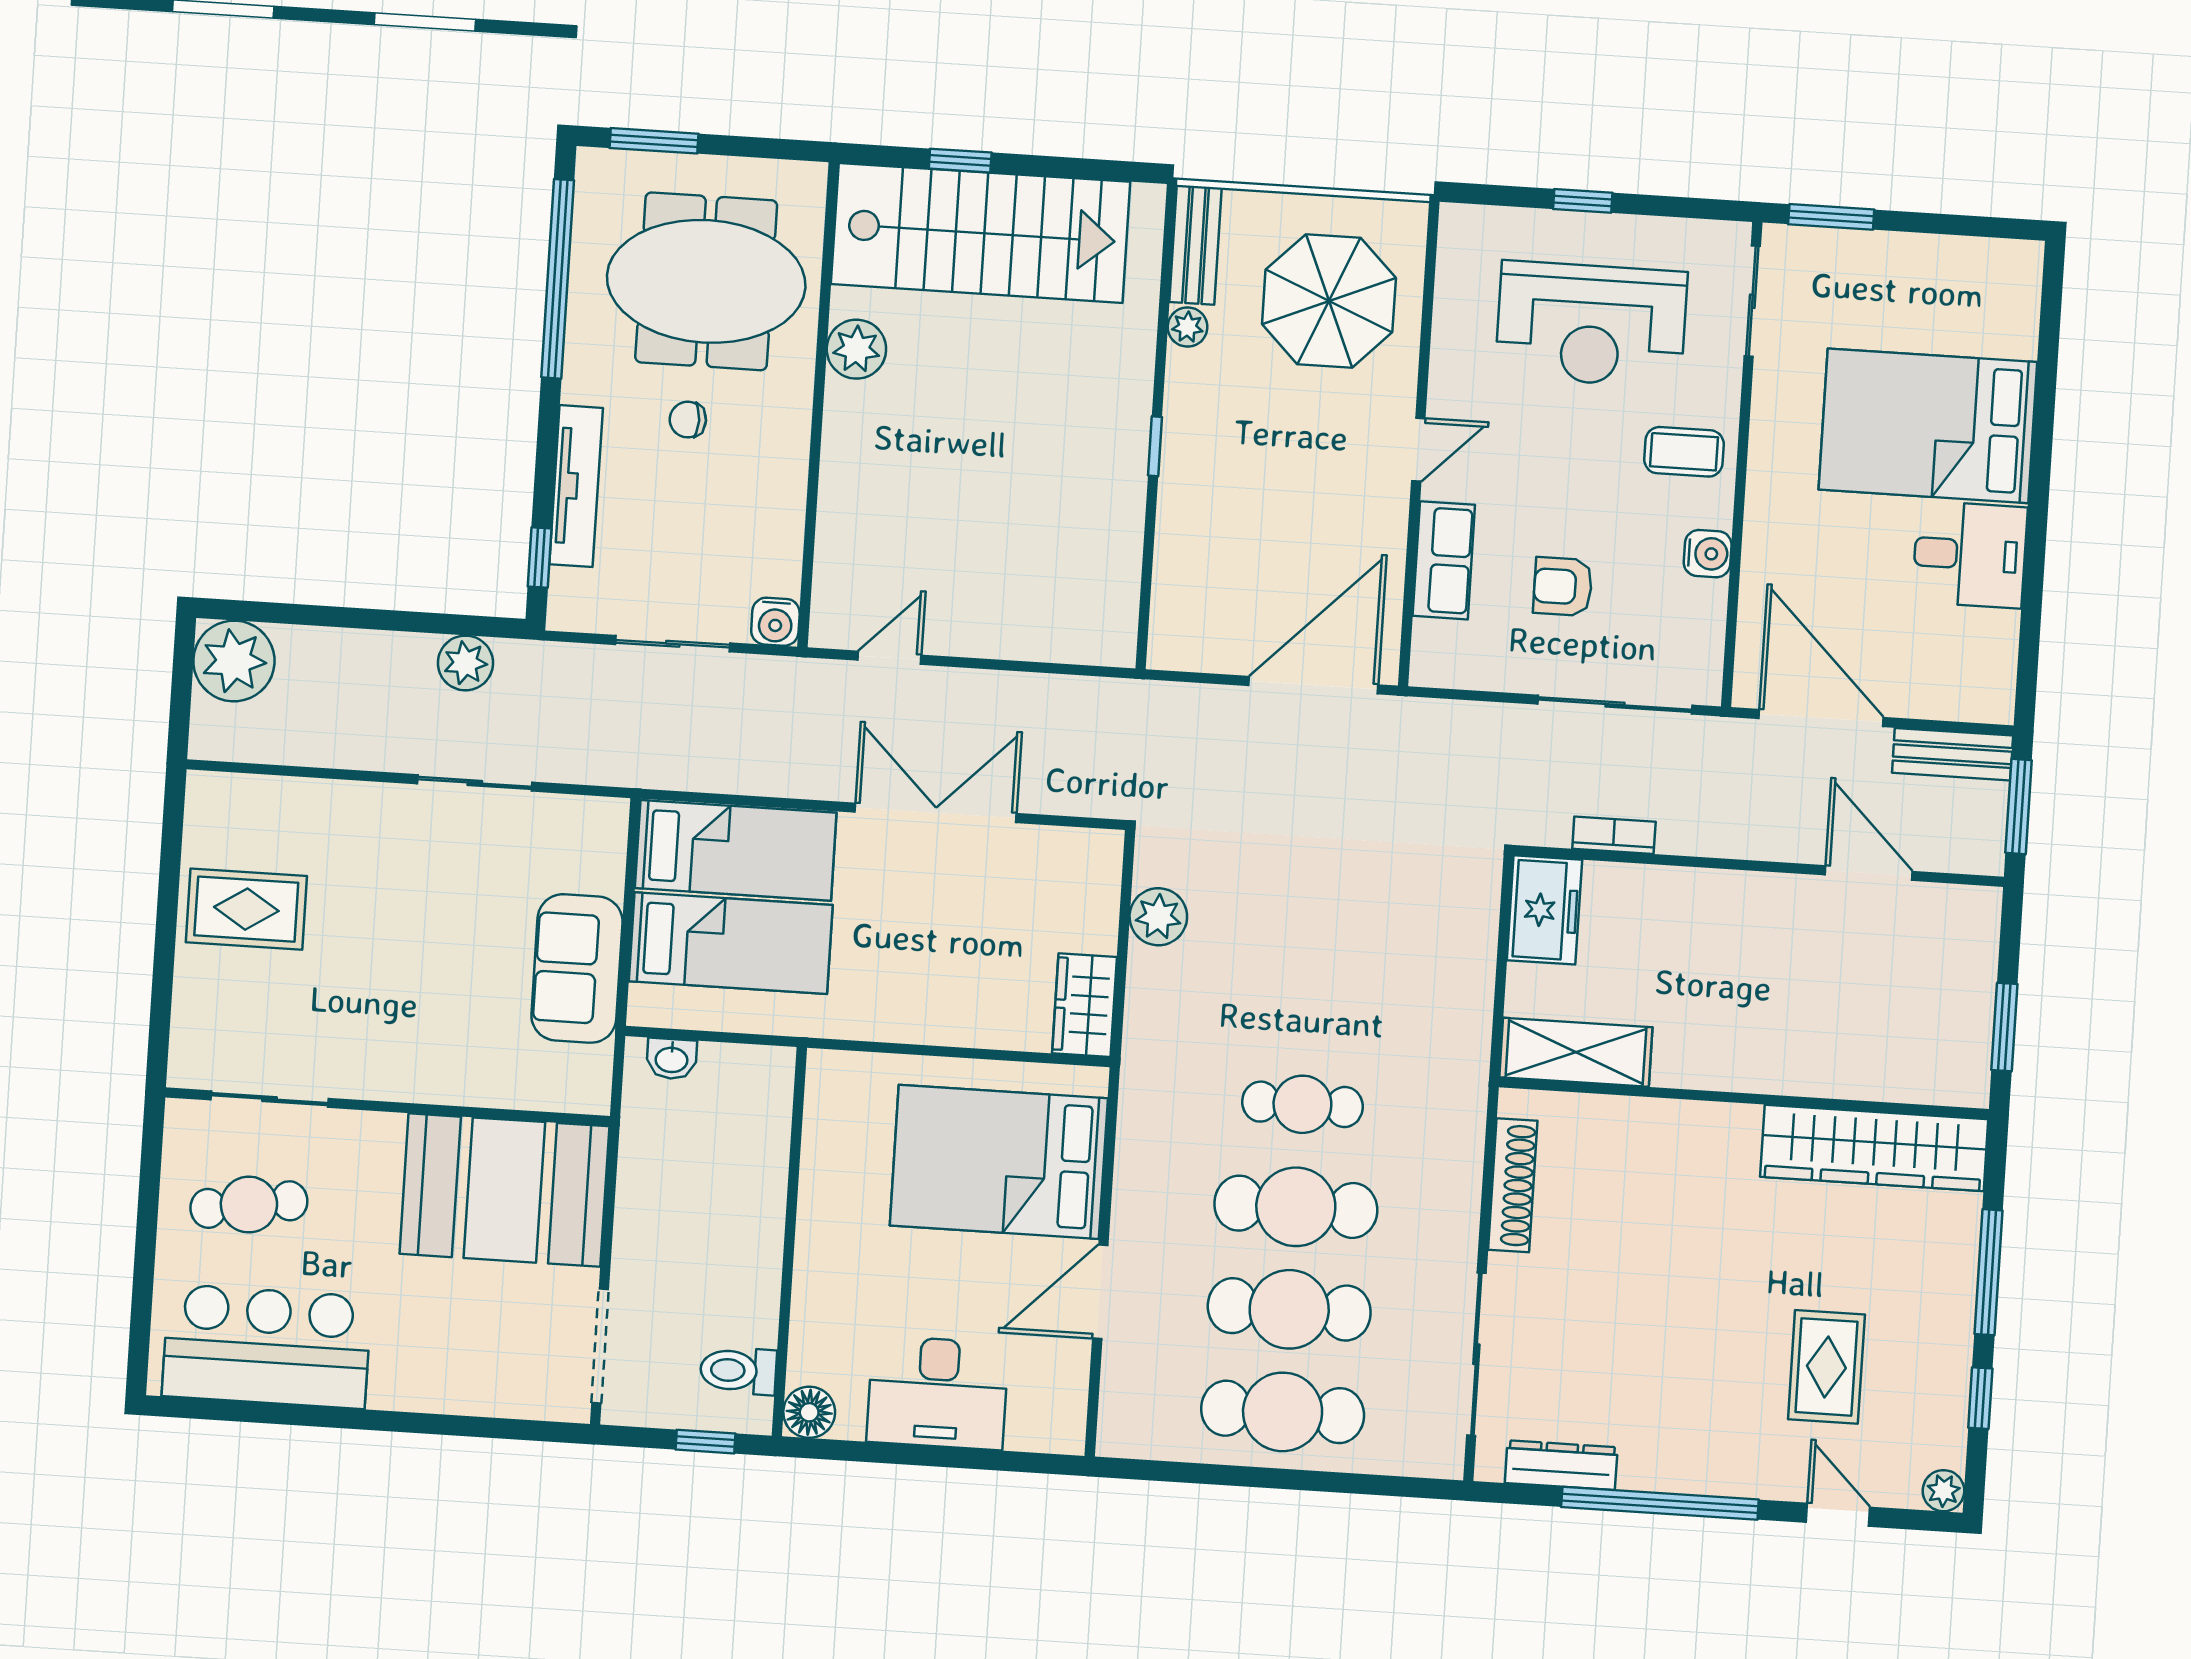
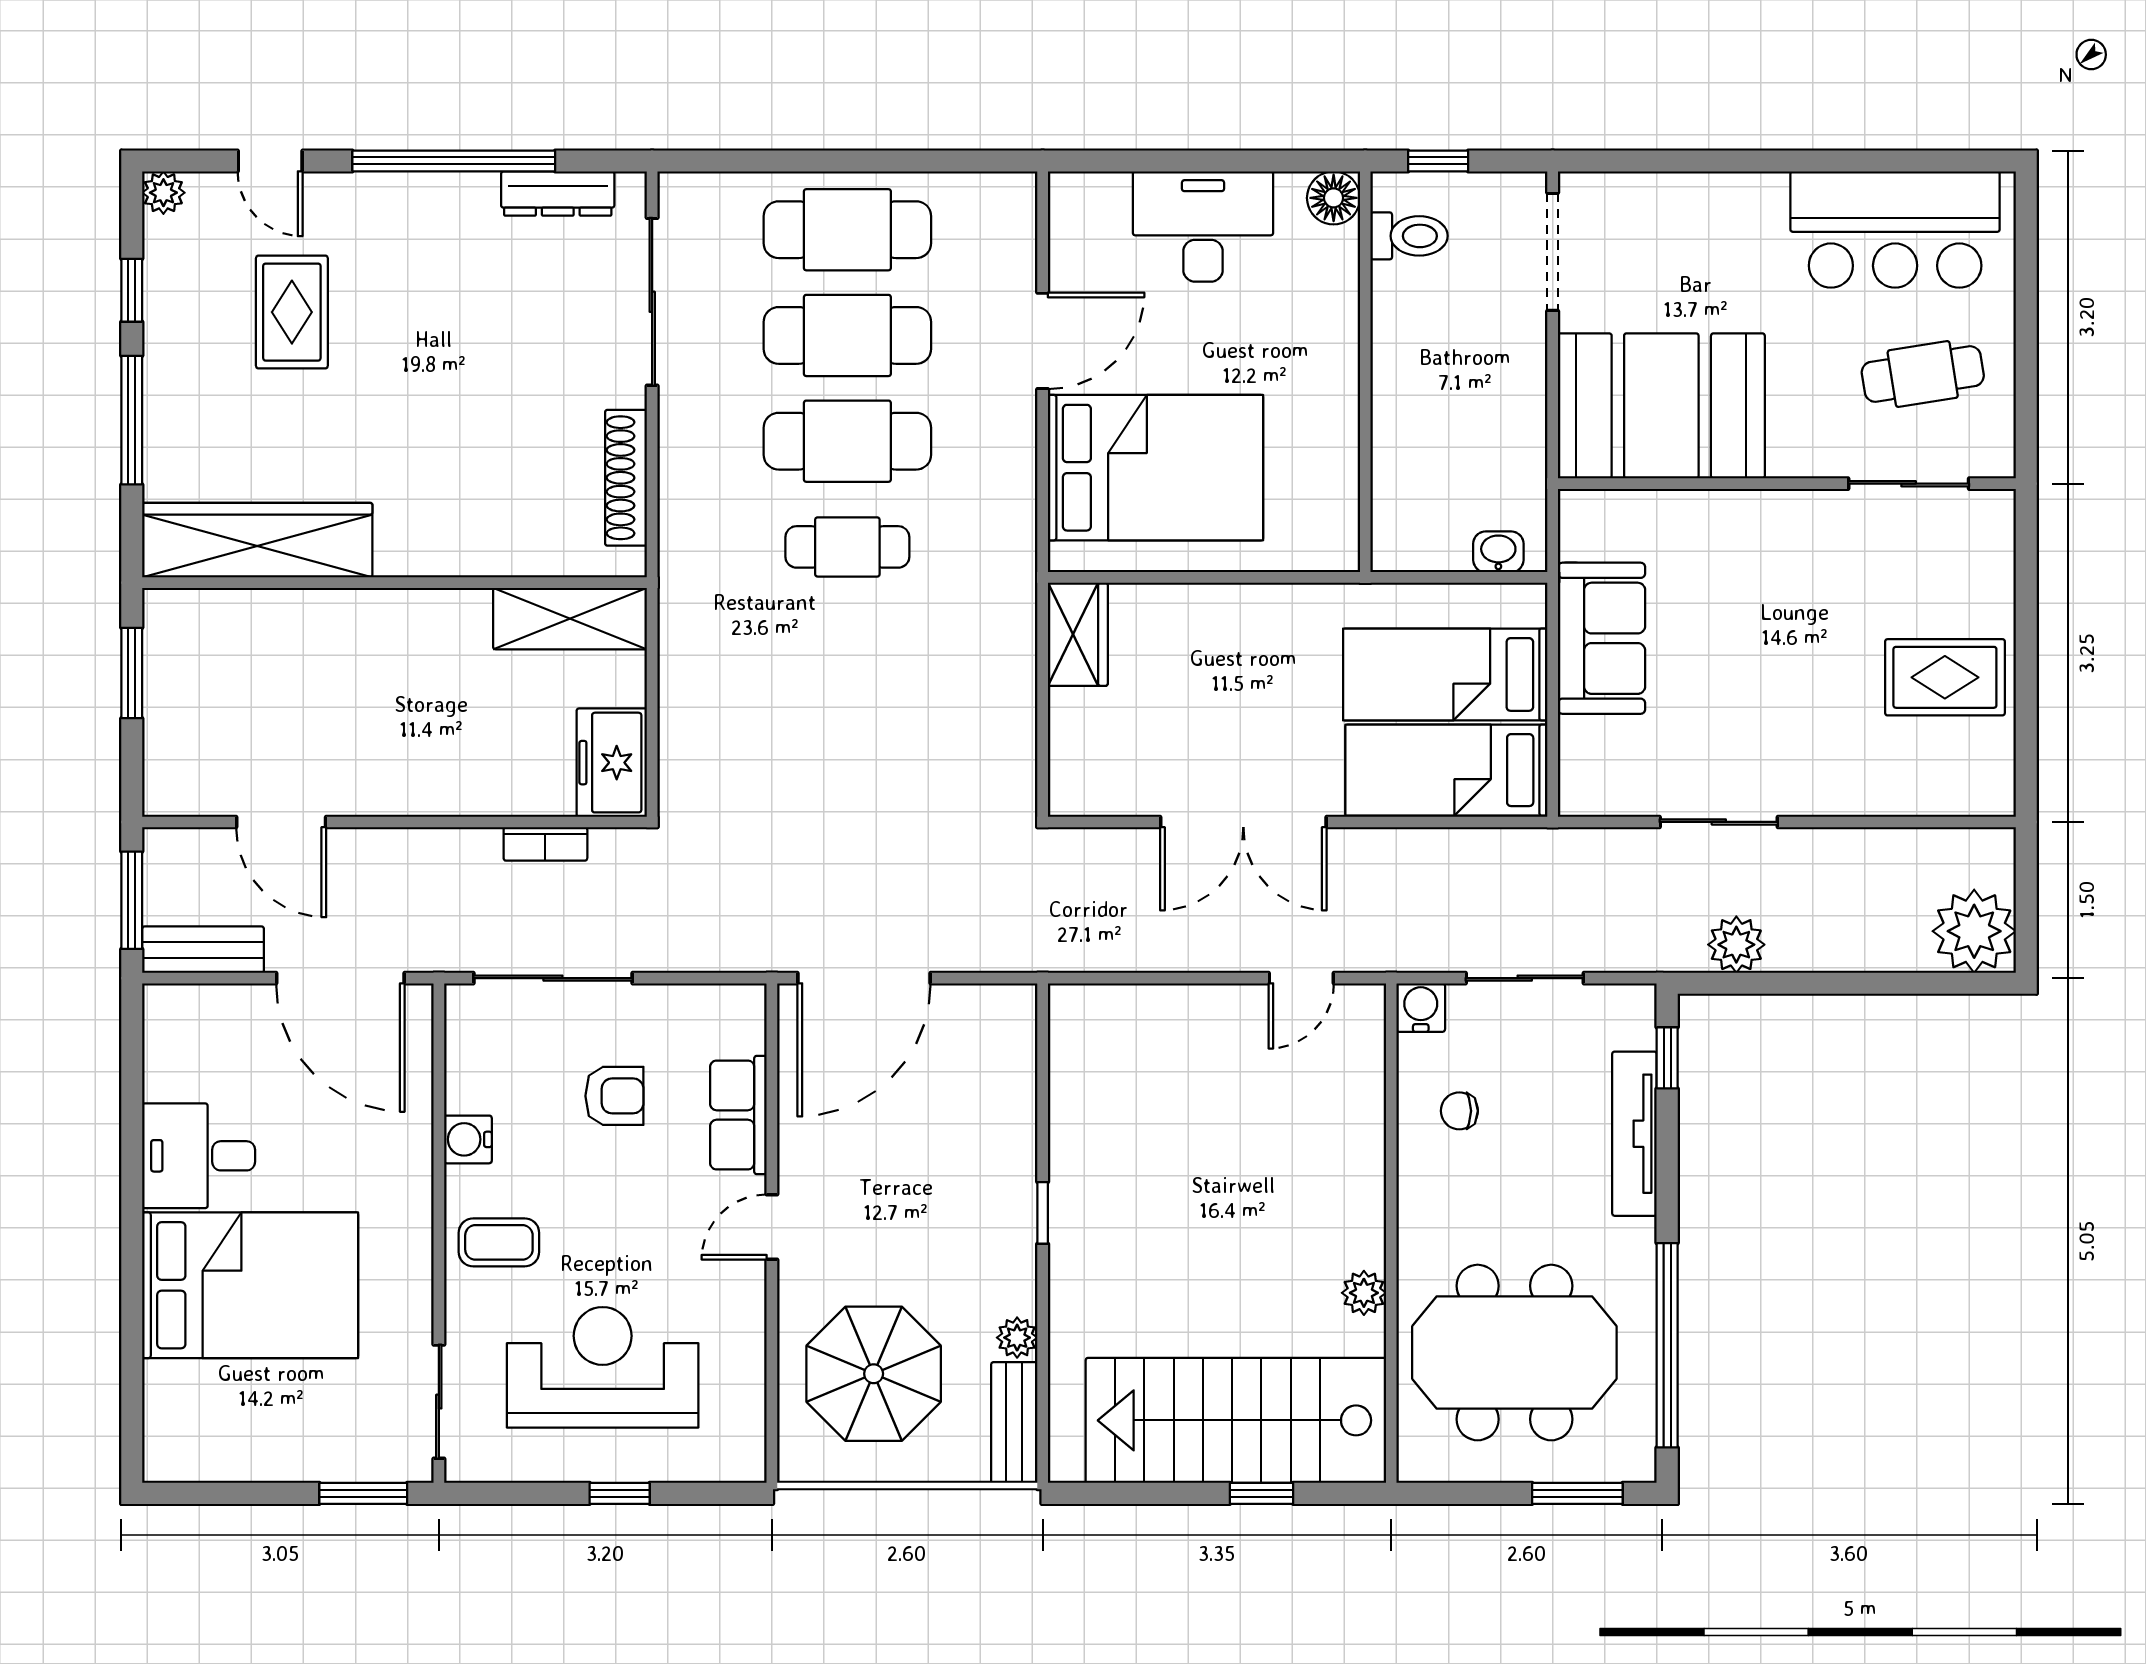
plant: (856, 349) -> (1364, 1293), width x0.73, depth x0.73
chair: (688, 420) -> (1459, 1111), moved, turned 180
plant: (1158, 917) -> (1008, 730), removed

